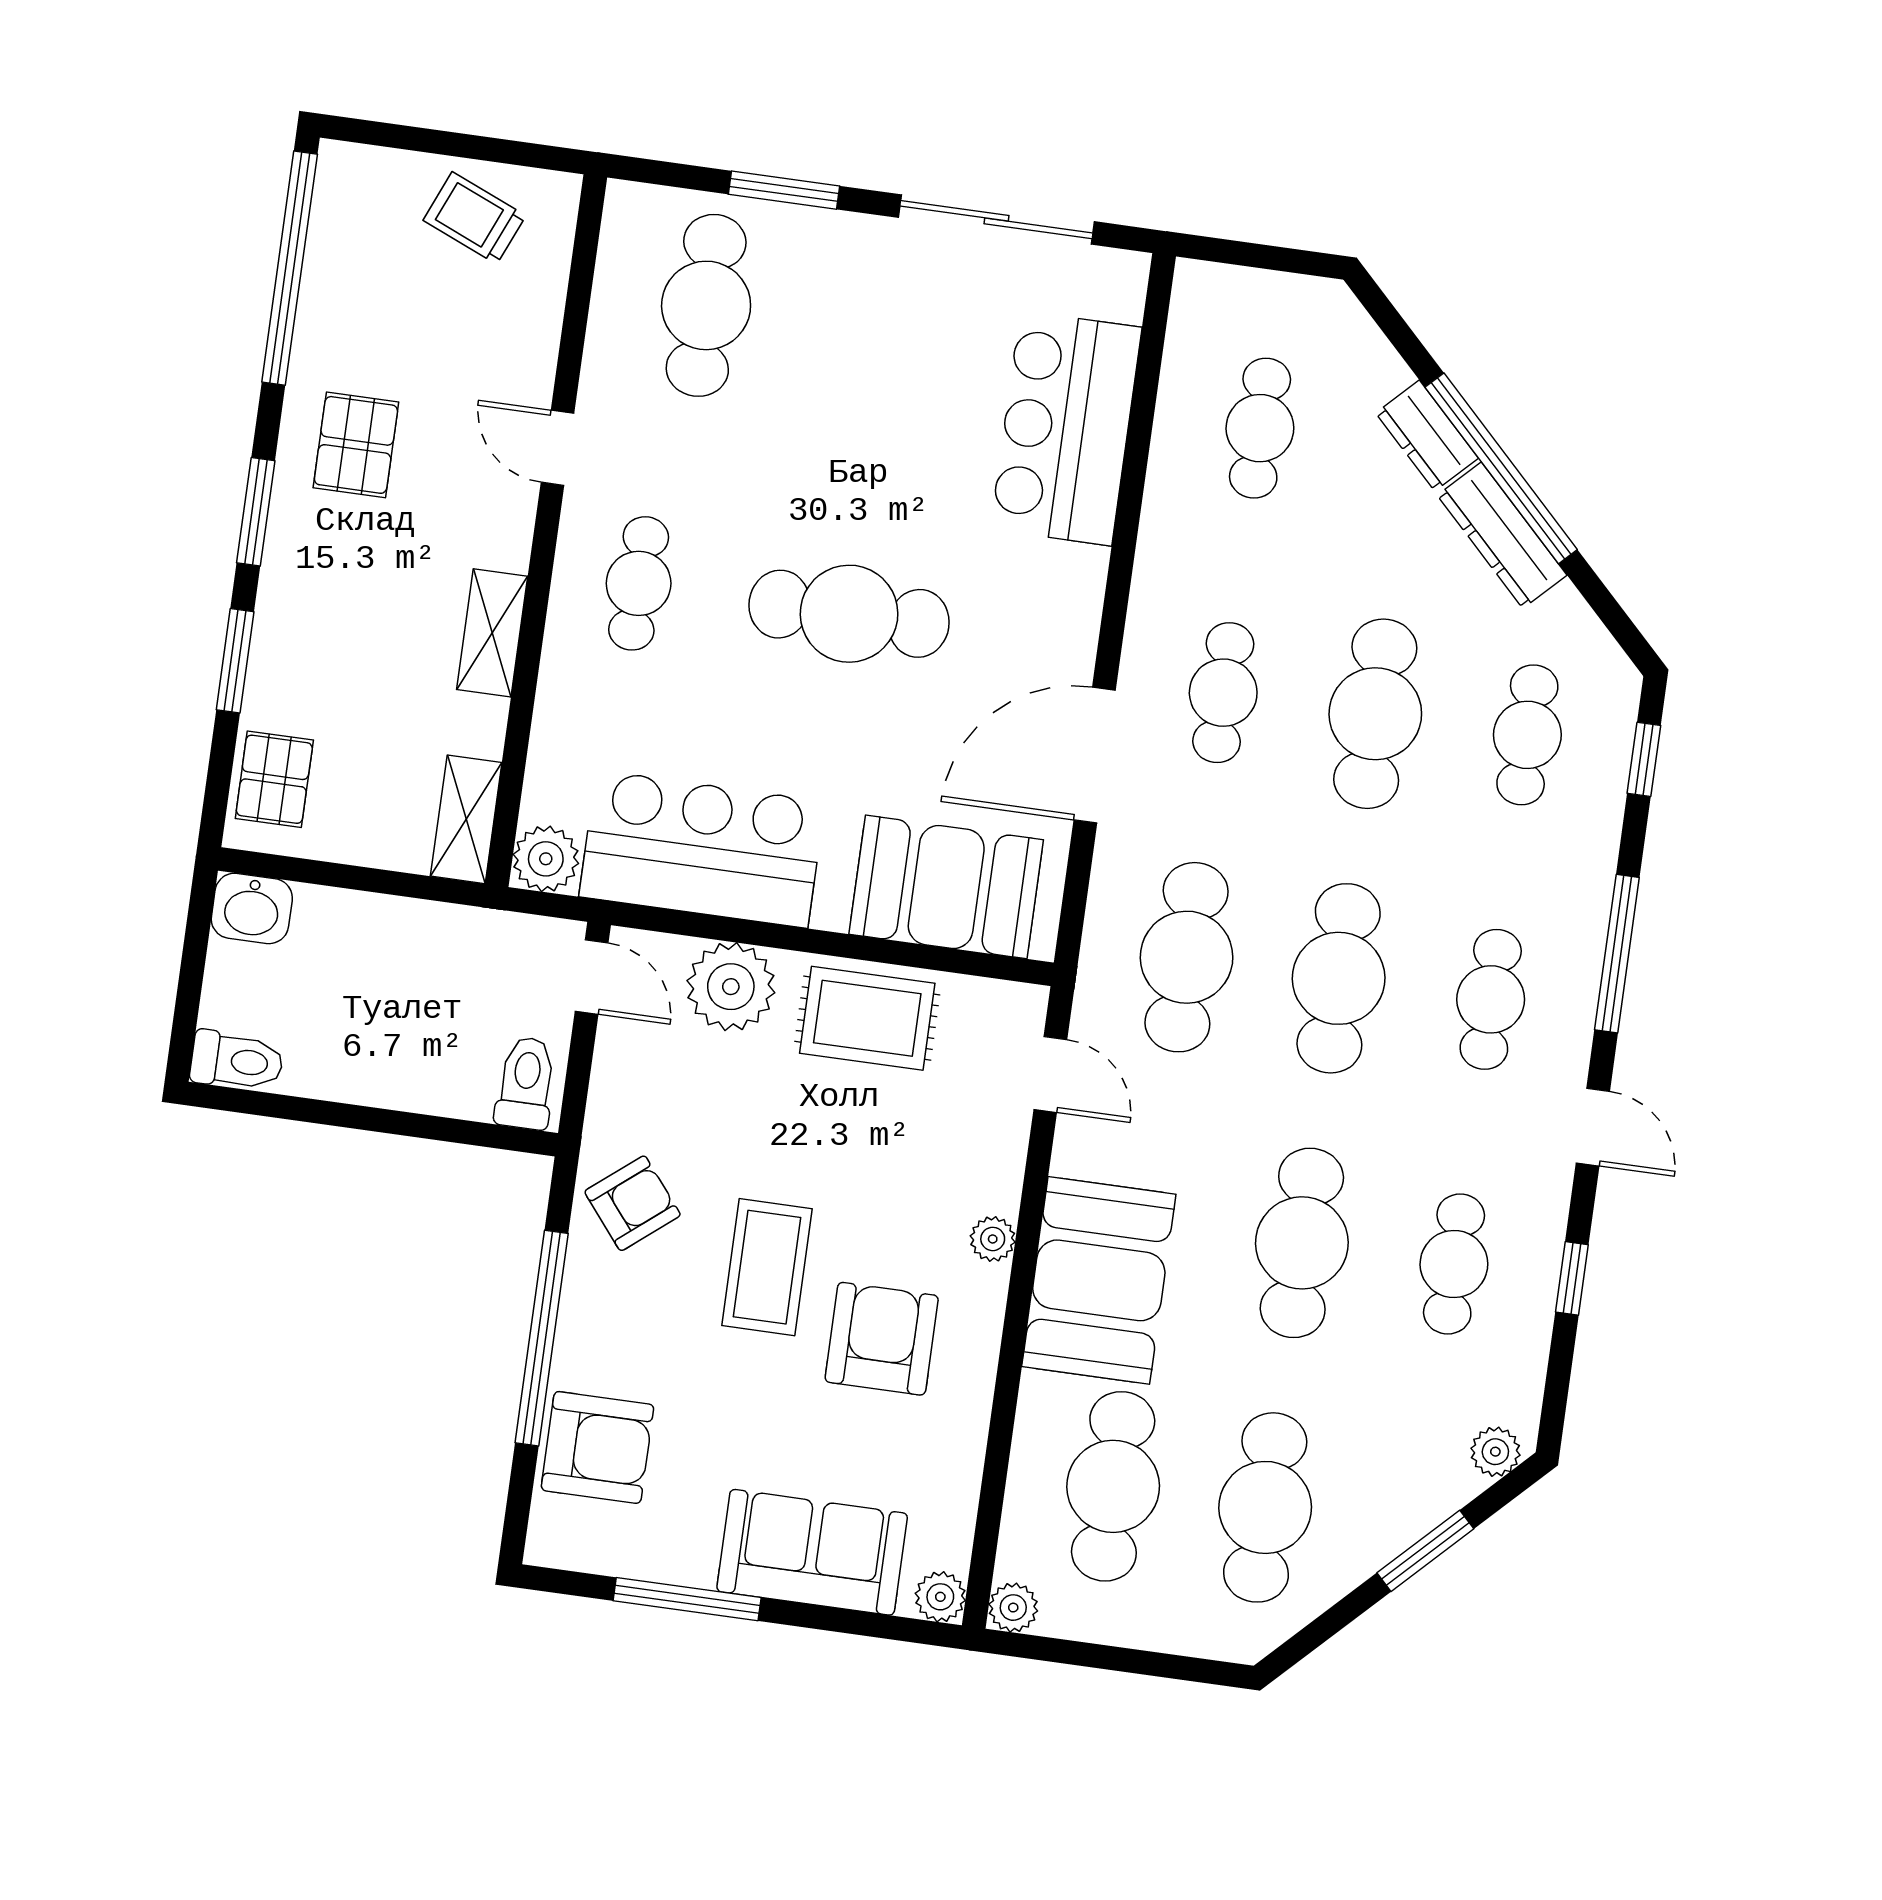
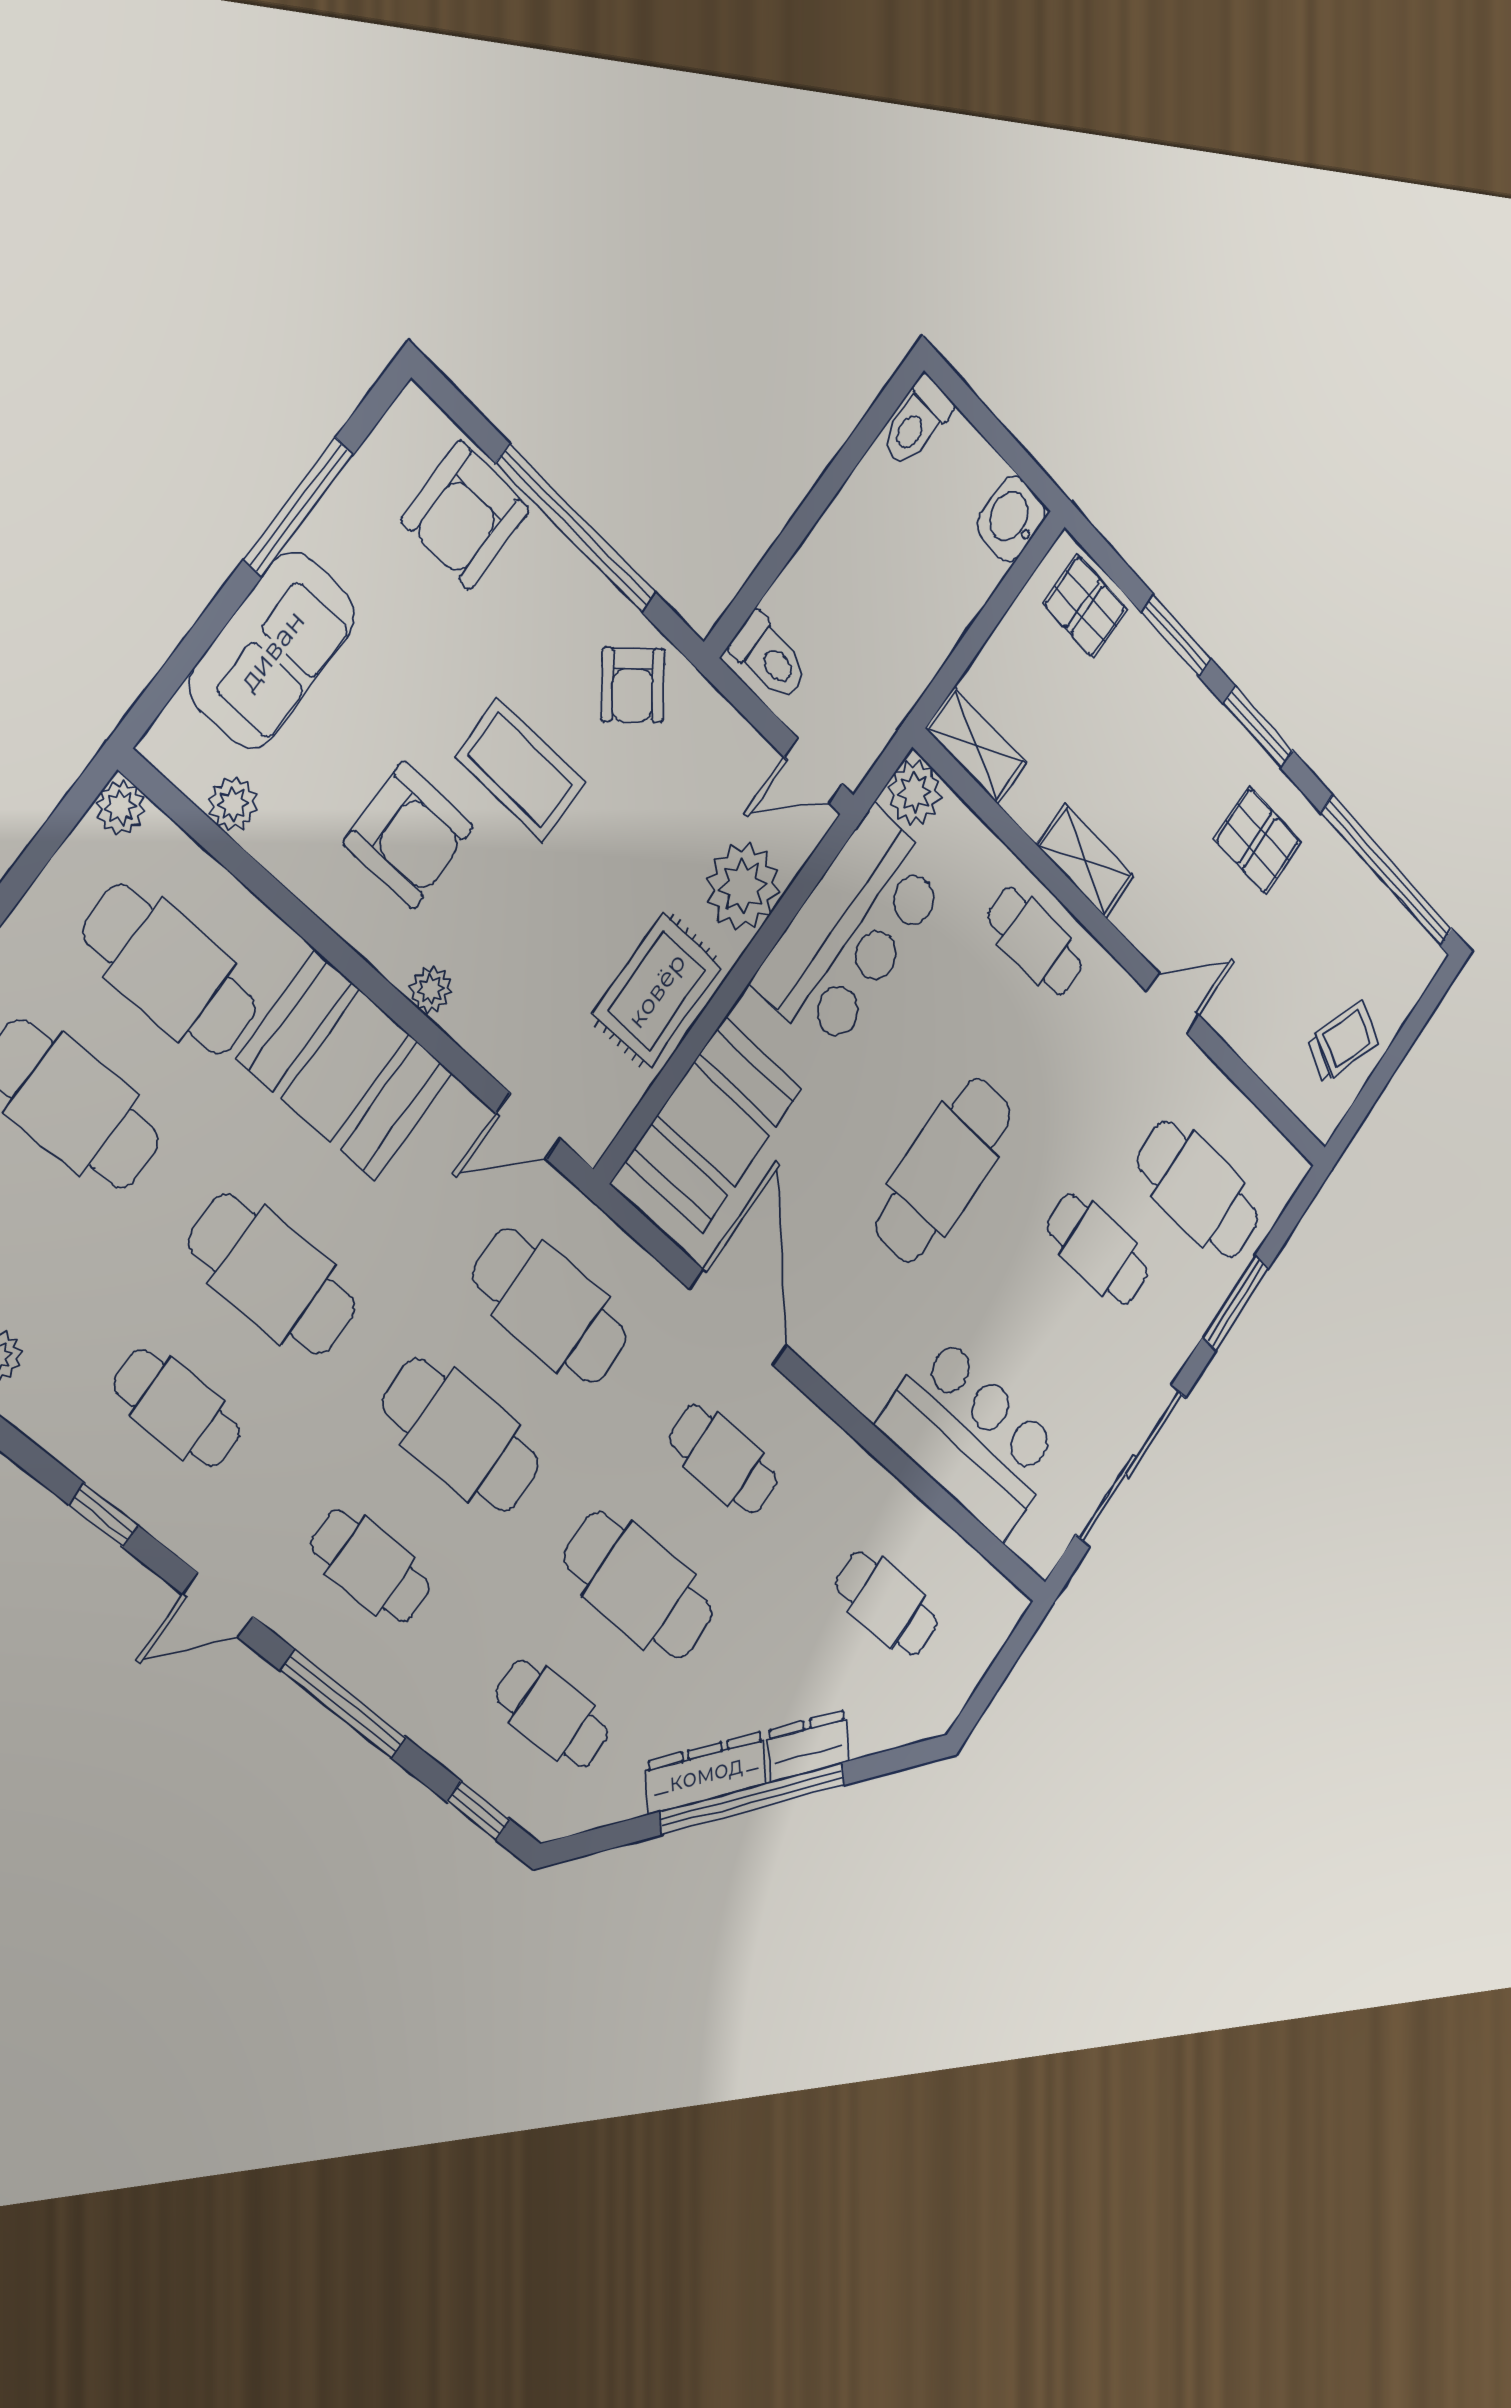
cafe table: (823, 390) -> (1098, 1249), added
cafe table: (639, 583) -> (1035, 941), moved
plant: (940, 1597) -> (233, 804), moved

